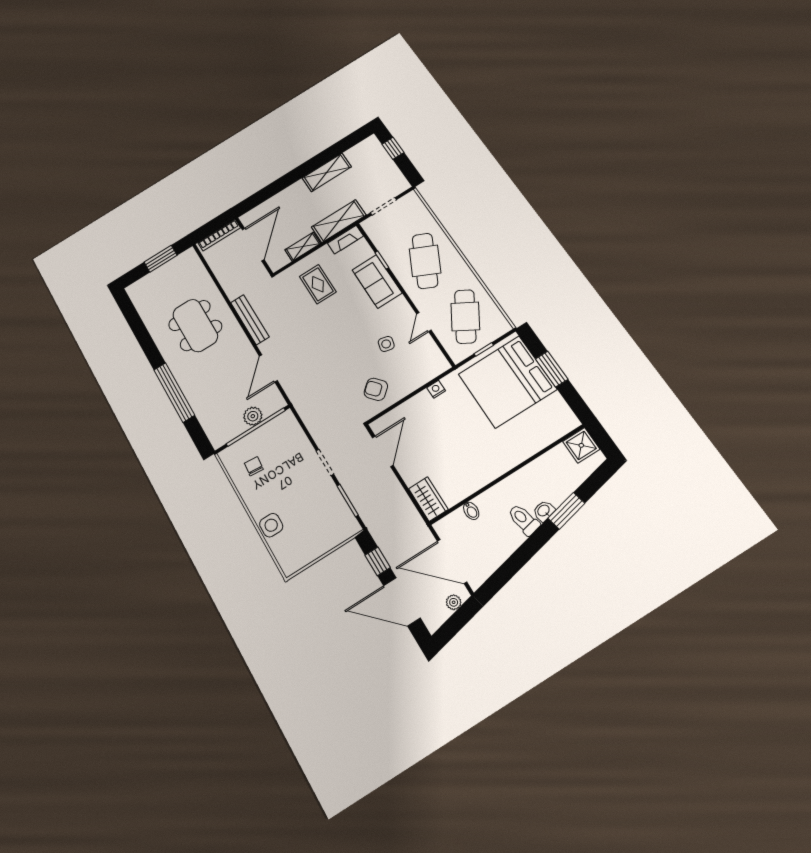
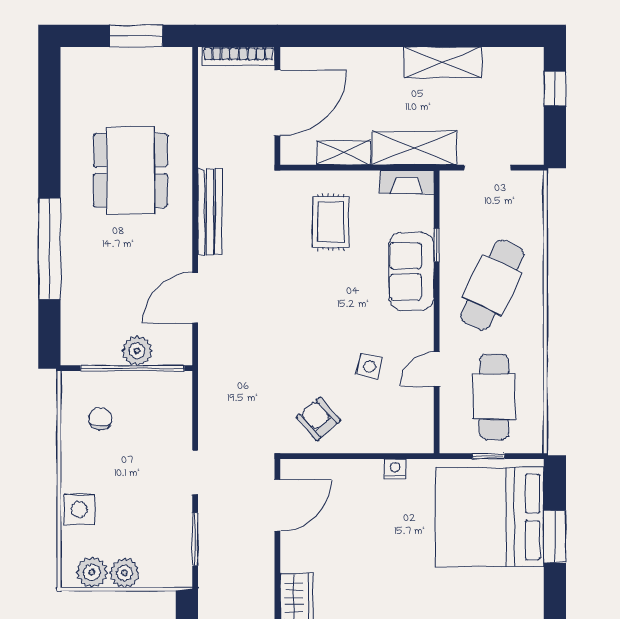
cafe table: (465, 316) -> (494, 397), turned -31
plant: (319, 546) -> (125, 573), added
plant: (299, 558) -> (92, 572), added

